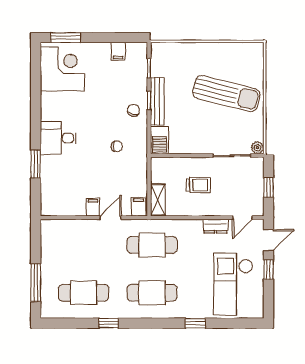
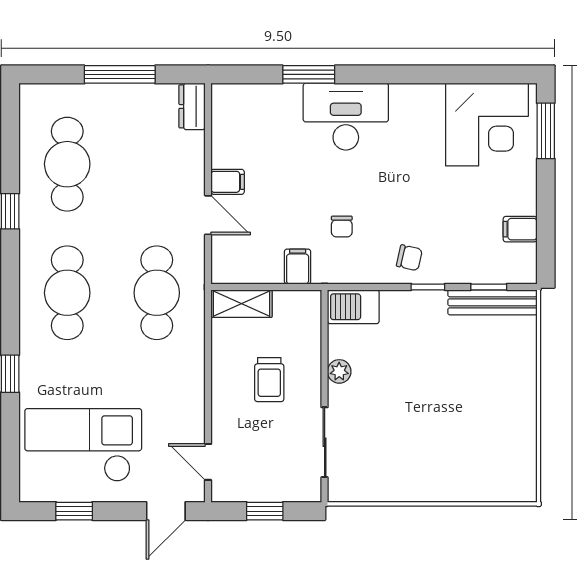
sun lounger: (226, 94) -> (441, 432), removed
bench: (157, 101) -> (492, 302), moved
desk: (58, 138) -> (346, 117), width x1.37
plant: (258, 148) -> (339, 371), moved
filing cabinet: (138, 207) -> (298, 267), moved, turned -90
dresser: (215, 226) -> (192, 106), moved
door: (268, 240) -> (166, 511), hinge flipped
window: (268, 270) -> (74, 511), moved
window: (36, 283) -> (120, 74), moved

